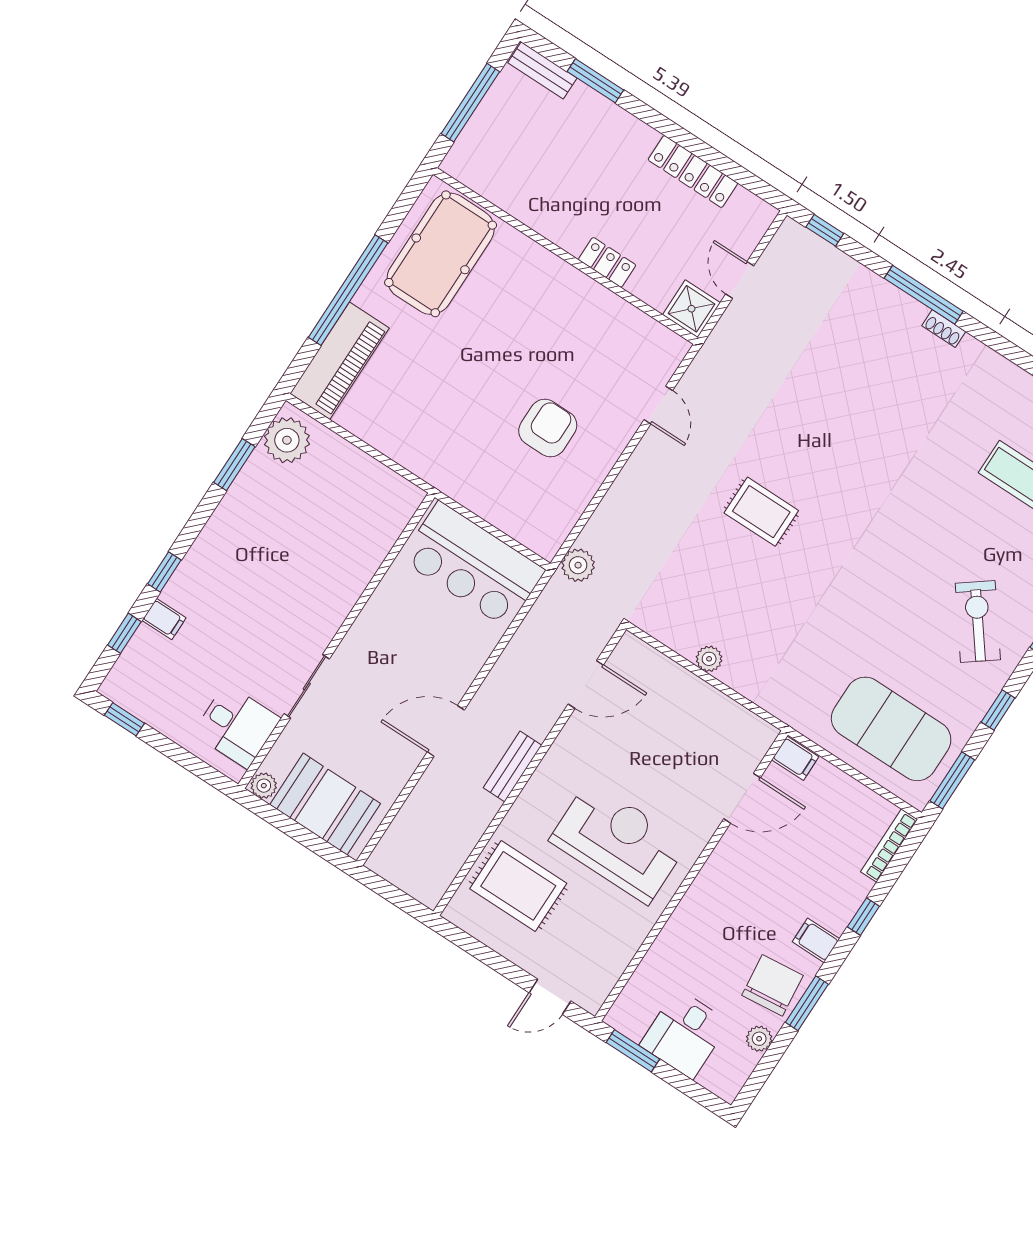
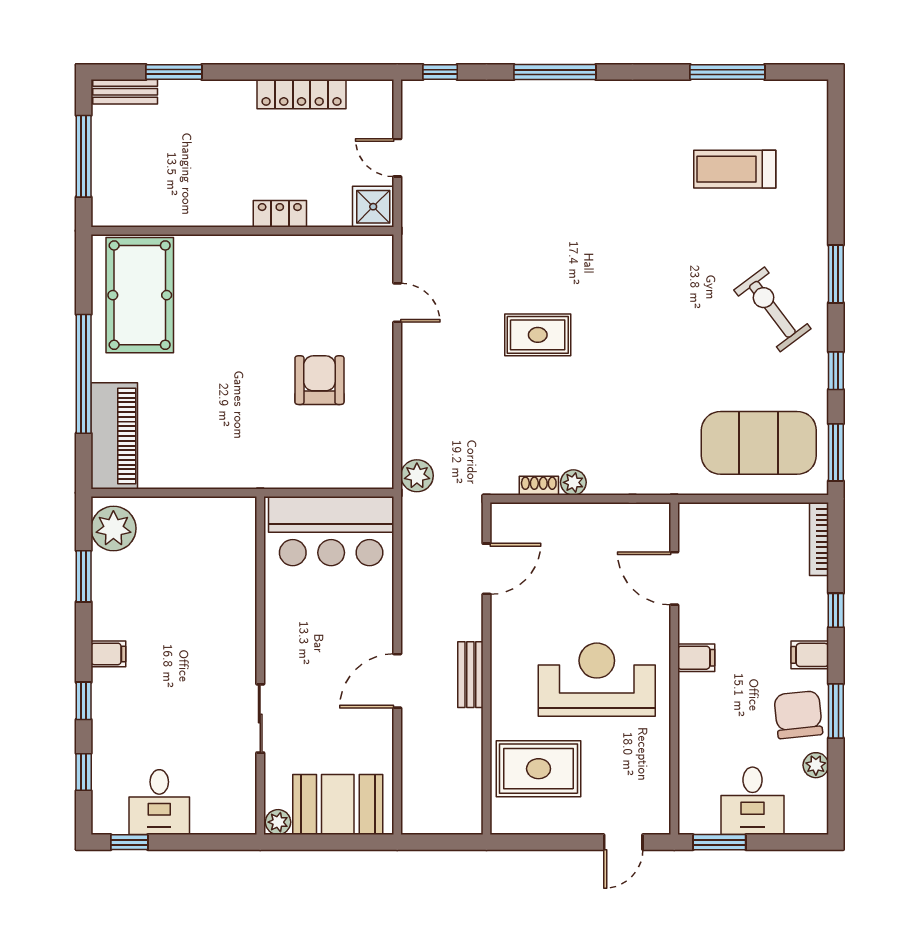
shoe rack: (944, 329) -> (539, 486), moved, turned 180
filing cabinet: (164, 619) -> (108, 654), moved
desk: (237, 726) -> (159, 802), moved, turned 90
filing cabinet: (795, 758) -> (696, 658), moved
door: (742, 798) -> (674, 578), swing flipped

